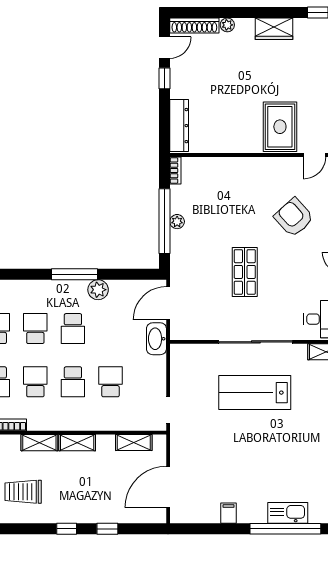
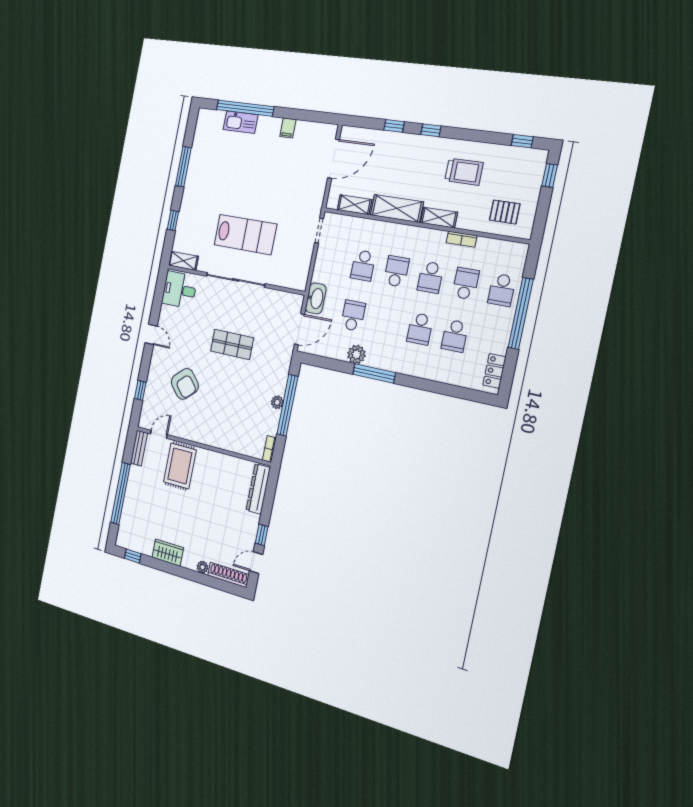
shop shelf: (245, 272) -> (232, 344), turned 90
school desk: (73, 329) -> (353, 316), moved
shelving: (77, 443) -> (397, 208), width x1.50, depth x1.33

